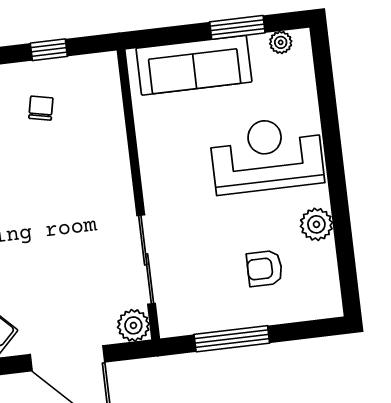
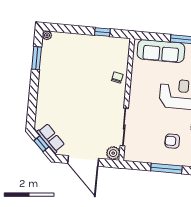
chair: (41, 108) -> (117, 77), moved
window: (232, 339) -> (166, 168), moved

